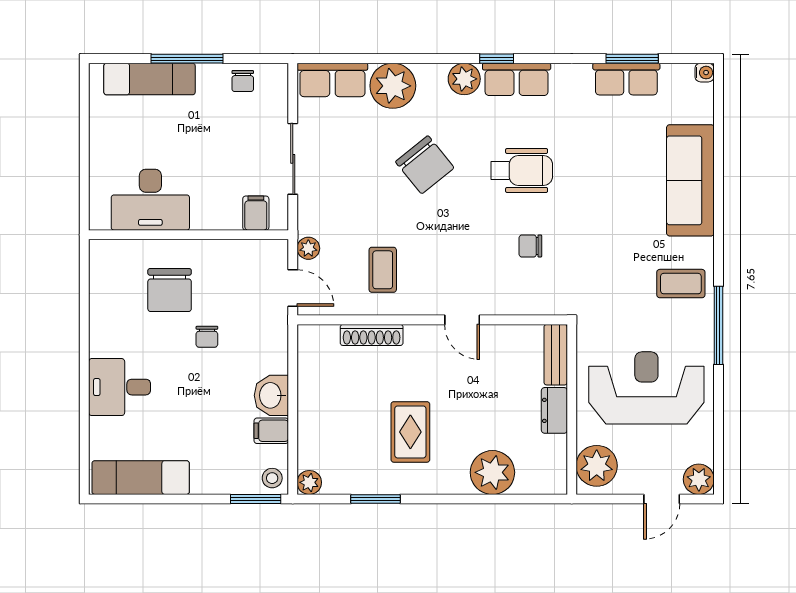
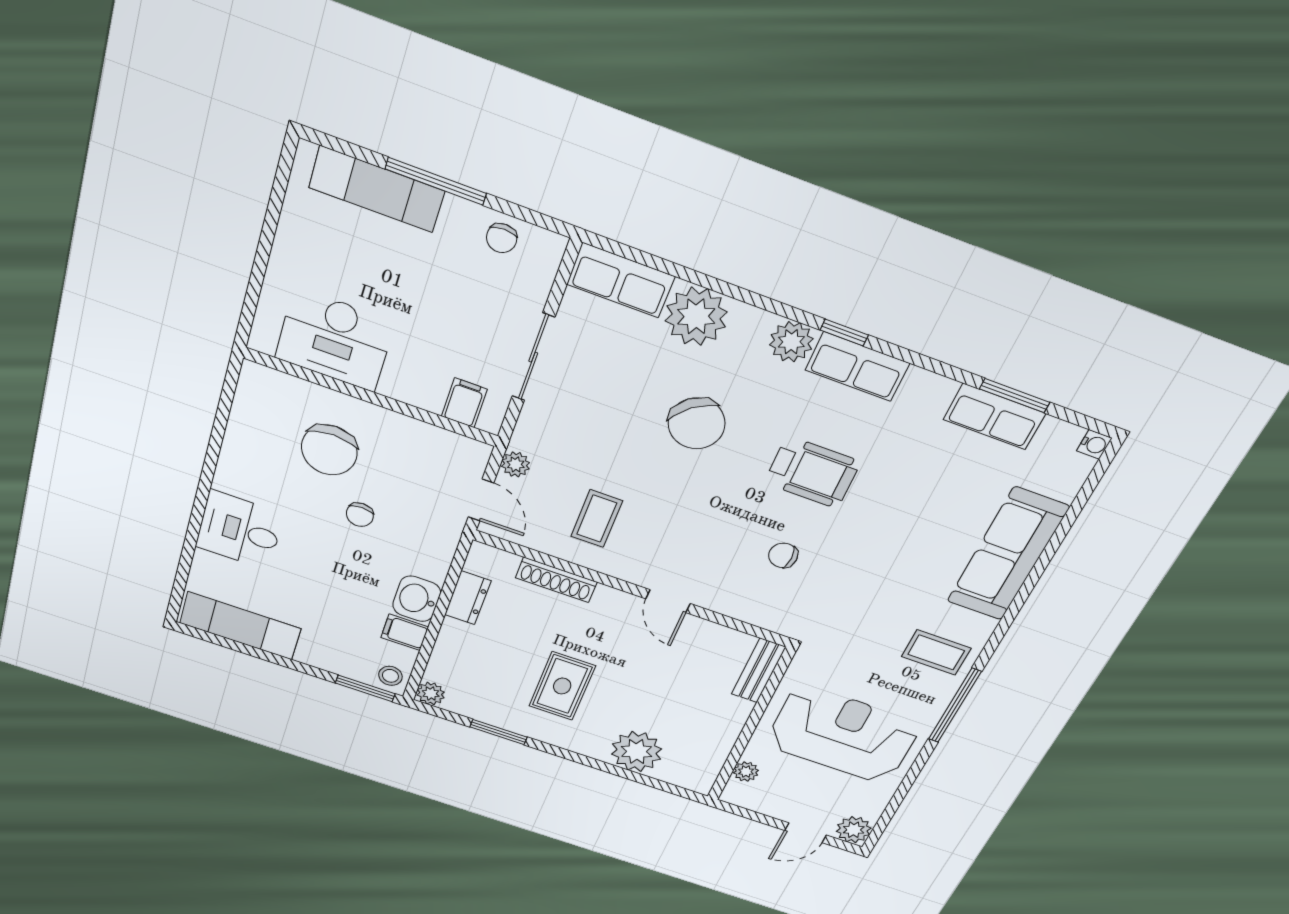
dresser: (554, 410) -> (468, 598), moved, turned 180
plant: (597, 466) -> (746, 772), width x0.53, depth x0.53

